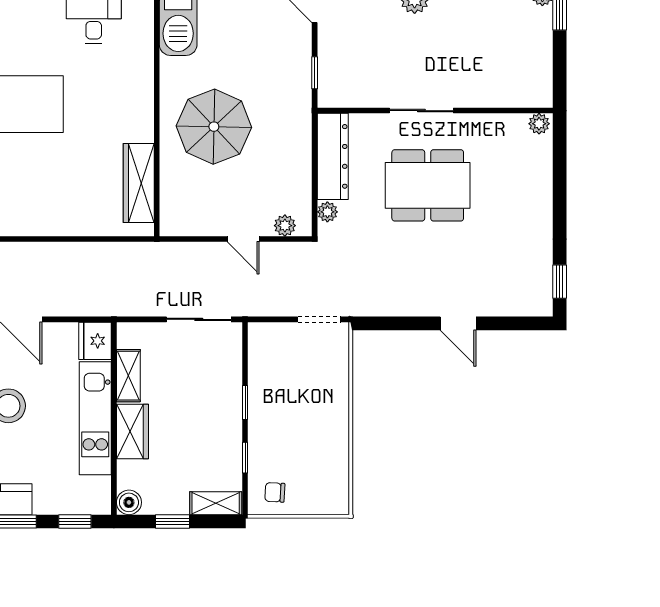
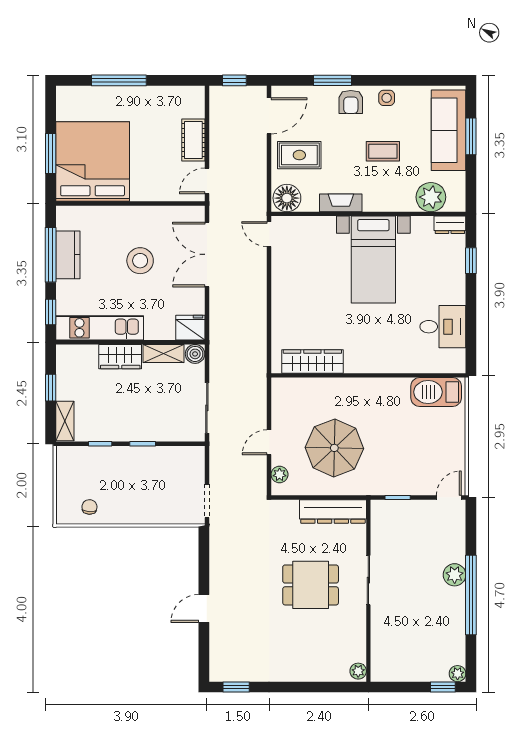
parasol: (214, 127) -> (334, 448), moved
dining table: (428, 185) -> (311, 585), width x0.73
plant: (327, 212) -> (290, 507), removed
kitchen unit: (95, 418) -> (100, 328), moved
chair: (275, 492) -> (89, 507), moved
boiler: (129, 502) -> (195, 354), moved

